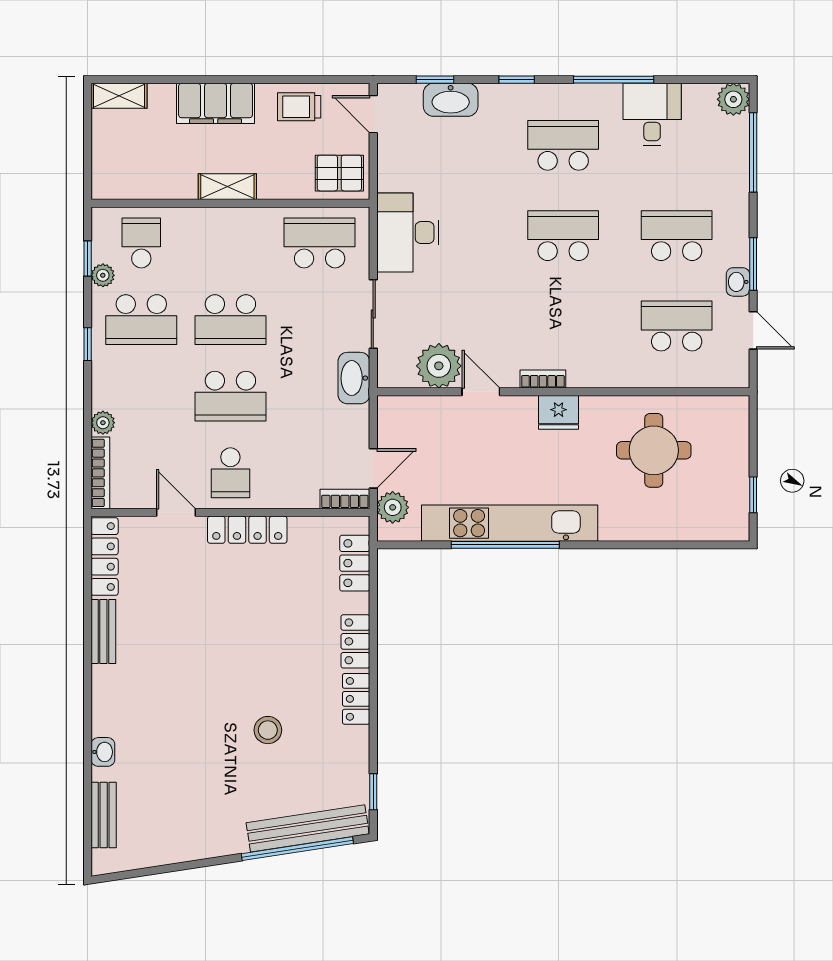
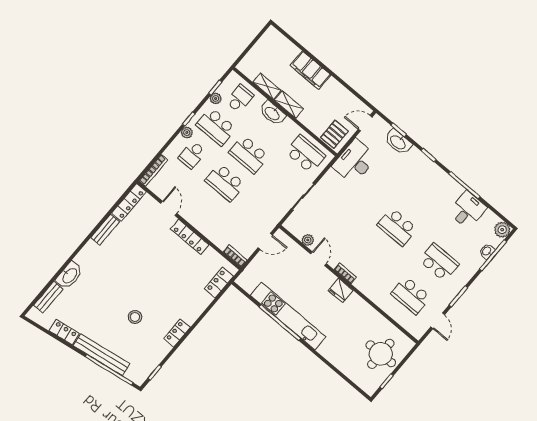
shelving: (119, 96) -> (267, 86), moved
trolley: (299, 107) -> (340, 97), removed
door: (373, 114) -> (365, 123), hinge flipped
school desk: (563, 145) -> (425, 194), removed
pallet: (339, 173) -> (334, 134), turned 90
desk: (408, 233) -> (355, 162), moved
school desk: (563, 236) -> (397, 227), turned 180
washbasin: (738, 282) -> (487, 251), moved
school desk: (677, 326) -> (411, 295), turned 180
plant: (439, 366) -> (308, 240), width x0.53, depth x0.53
washbasin: (354, 378) -> (272, 113), moved, turned -90
plant: (103, 423) -> (187, 133), moved
round table: (654, 450) -> (381, 354), moved
door: (373, 468) -> (265, 241), moved
school desk: (230, 473) -> (192, 155), moved
plant: (393, 507) -> (250, 274), removed
locker: (355, 641) -> (64, 332), moved, turned 81
washbasin: (103, 752) -> (69, 275), width x1.91, depth x1.45
bench: (308, 828) -> (102, 355), moved

